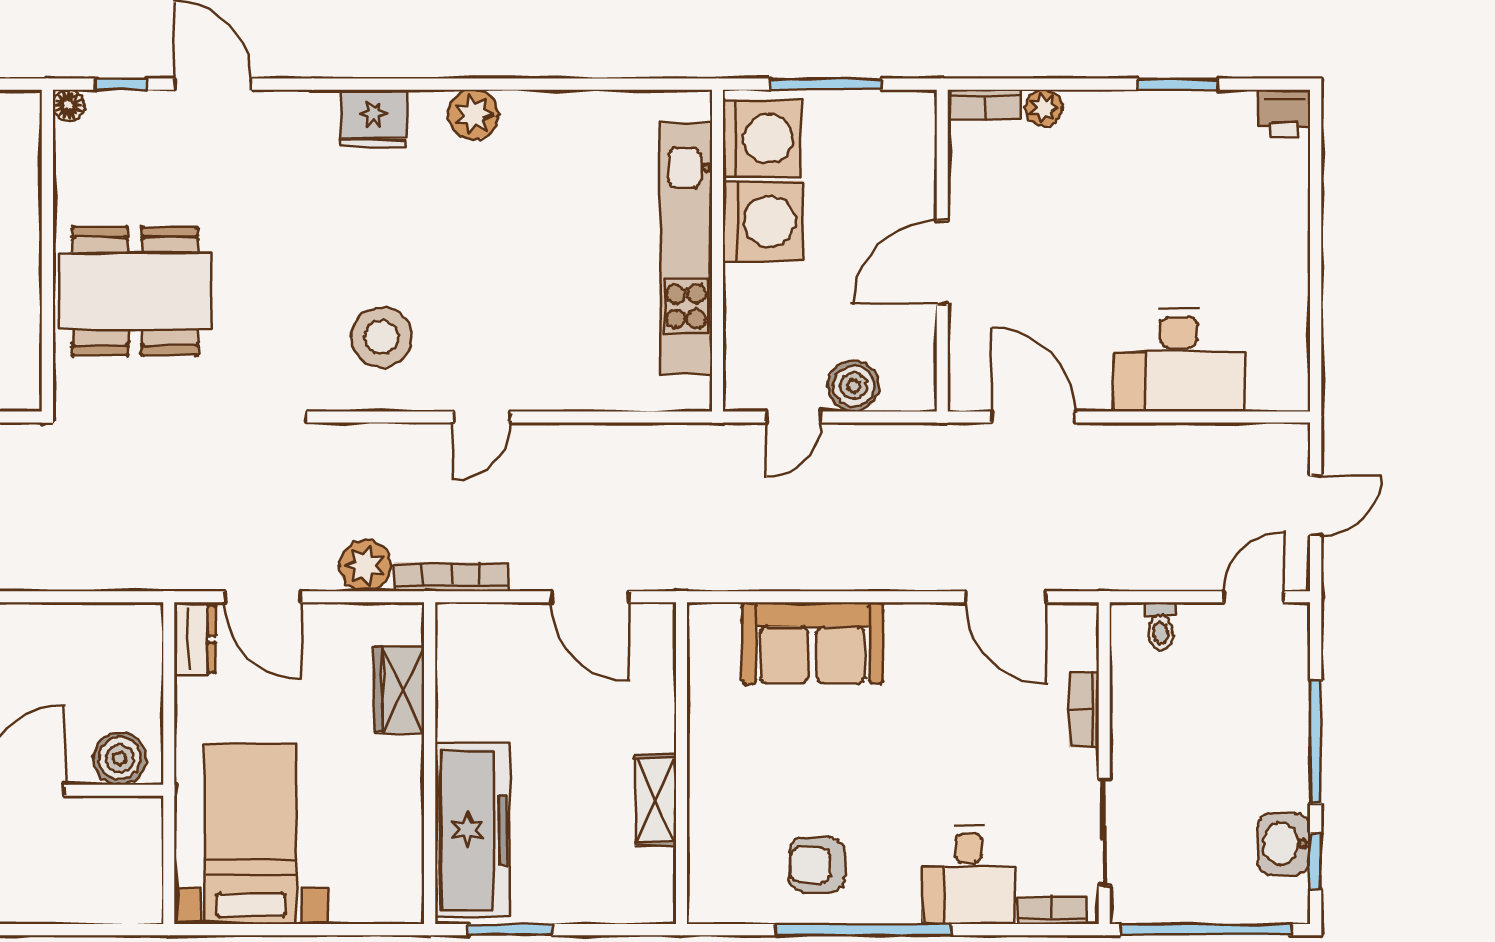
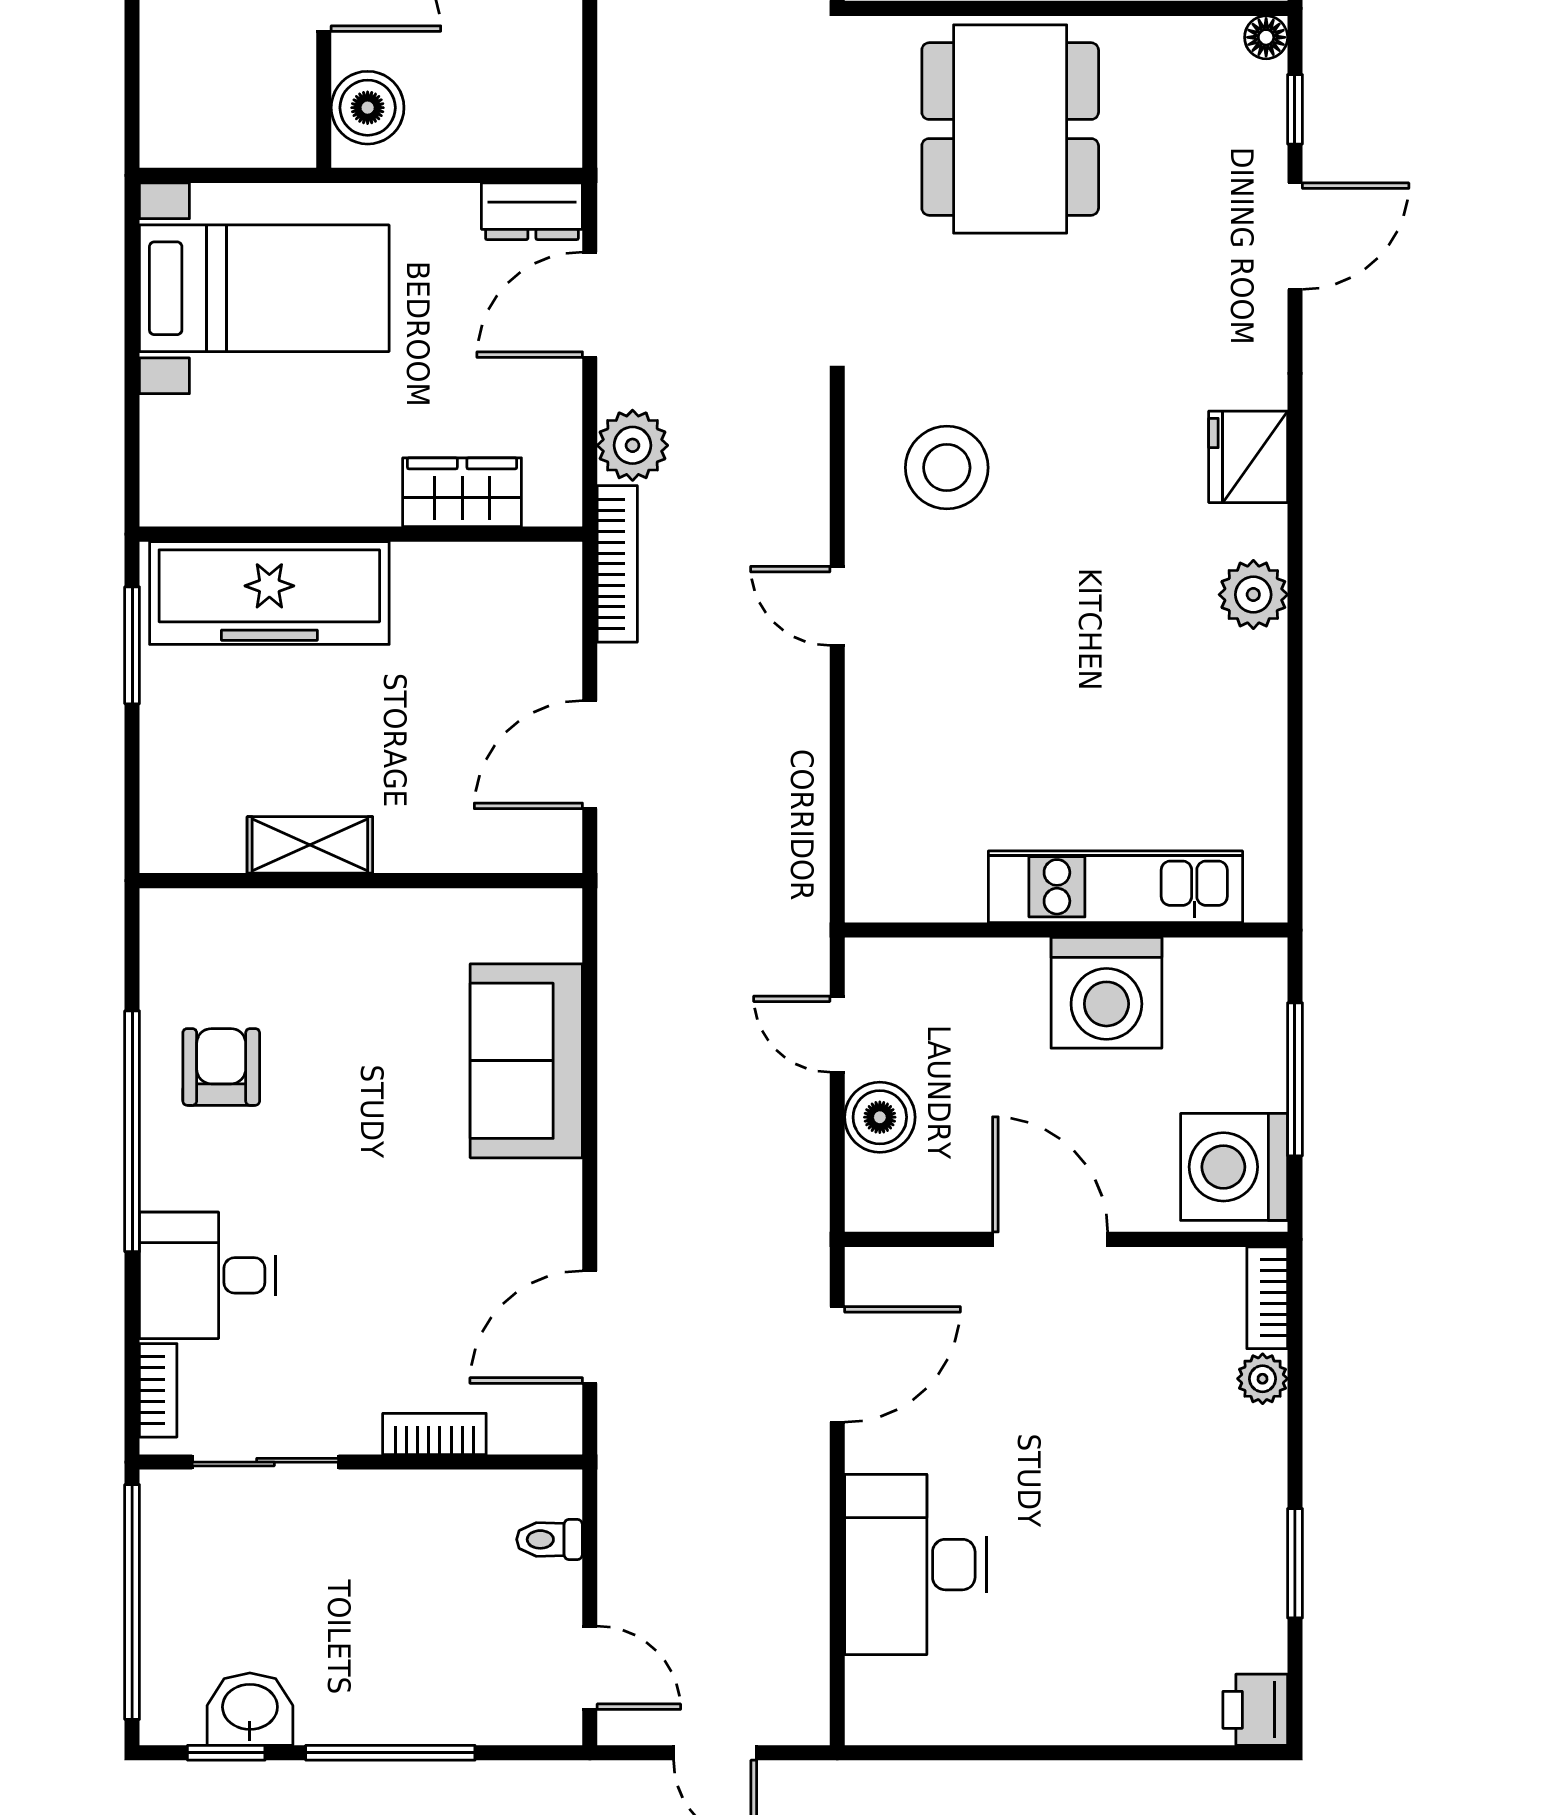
washing machine: (762, 138) -> (1234, 1167), moved, turned 90
kitchen unit: (686, 248) -> (1115, 887), width x0.73

